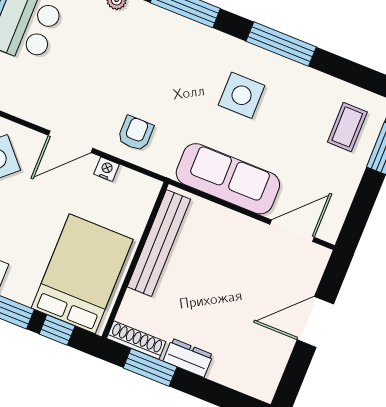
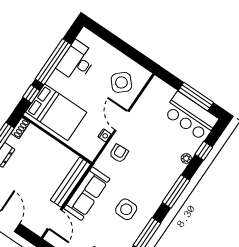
armchair: (135, 133) -> (119, 153), turned -93
bench: (159, 243) -> (70, 182), moved, turned 90
shoe rack: (136, 340) -> (20, 128), width x0.70

